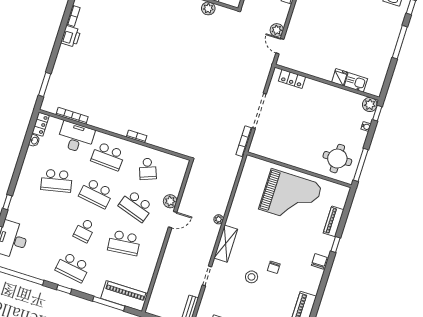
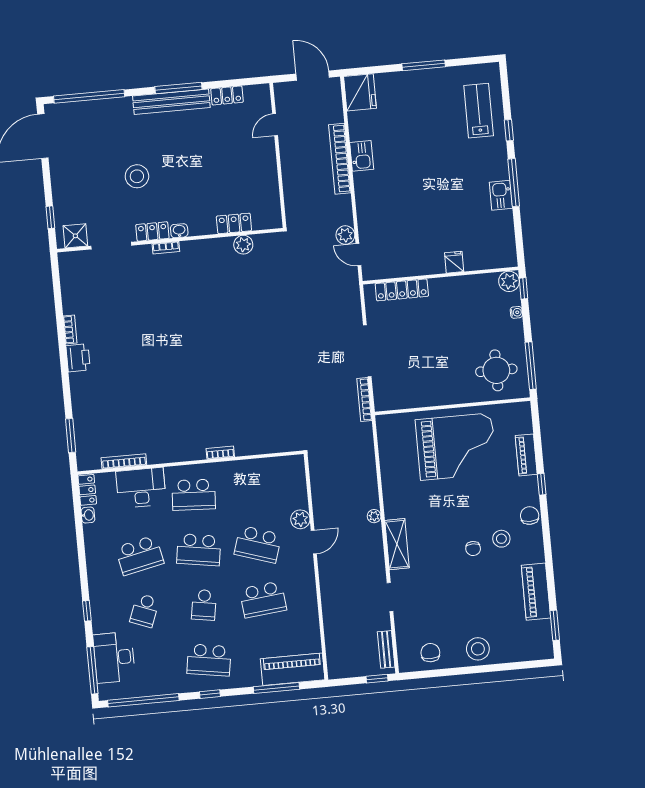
locker: (292, 79) -> (402, 290), width x1.53
kitchen sink: (356, 82) -> (501, 195), moved, turned -90
school desk: (148, 169) -> (145, 610), moved, turned 42
stool: (252, 277) -> (501, 539), moved

